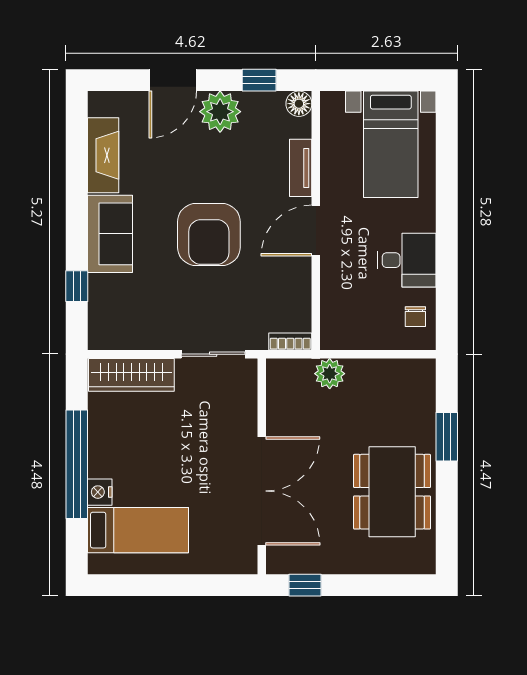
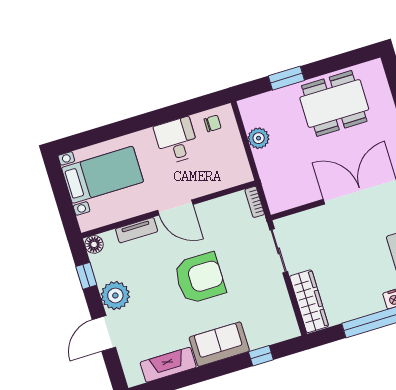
door: (173, 80) -> (104, 333), swing flipped
plant: (330, 374) -> (259, 138), moved

